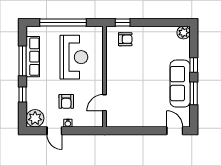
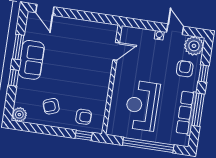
armchair: (125, 39) -> (84, 117), turned 180
armchair: (156, 44) -> (51, 106), added
sofa: (180, 84) -> (31, 60), width x0.73
armchair: (66, 101) -> (185, 69), moved

